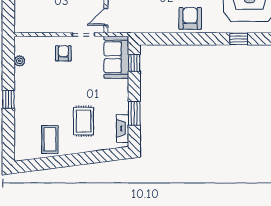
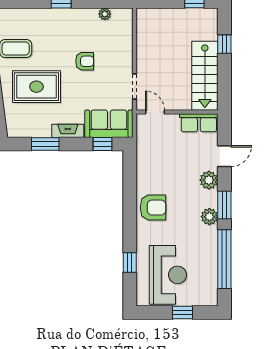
armchair: (63, 53) -> (85, 61), moved
rug: (84, 121) -> (36, 87), width x1.36, depth x1.43
fireplace: (123, 128) -> (68, 131), moved

